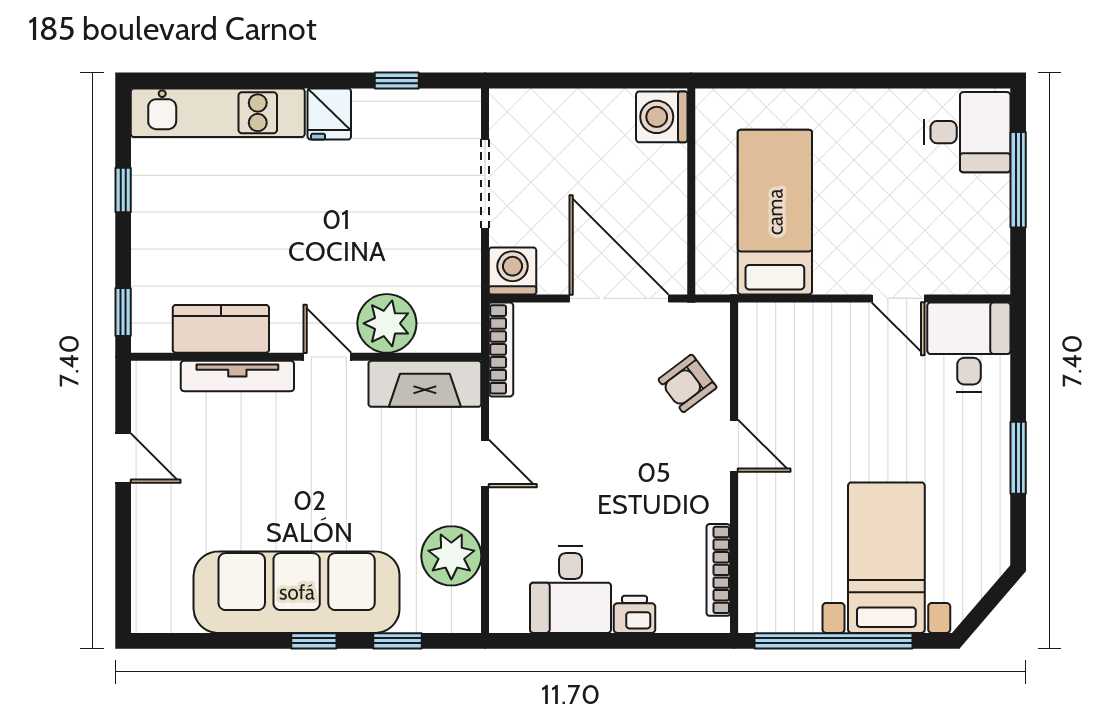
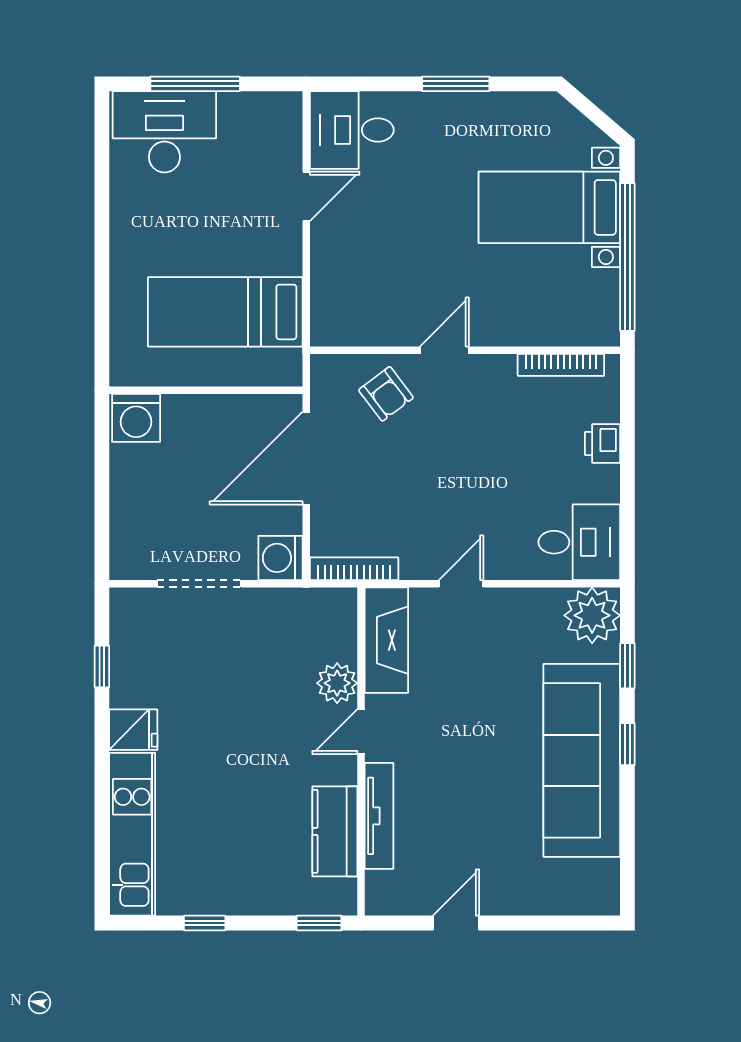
desk: (967, 132) -> (164, 132), width x1.37
plant: (387, 323) -> (337, 683), width x0.73, depth x0.73
plant: (451, 556) -> (592, 615), moved
desk: (571, 589) -> (579, 542), moved

